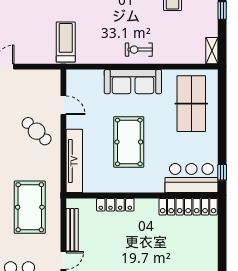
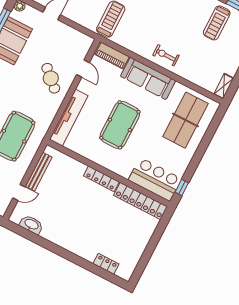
piano: (86, 77) -> (112, 56), added
locker: (115, 205) -> (101, 179), moved

